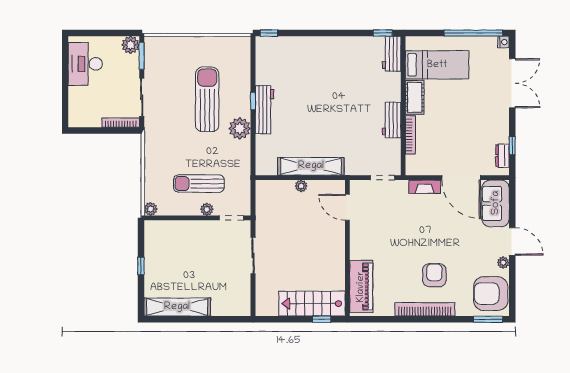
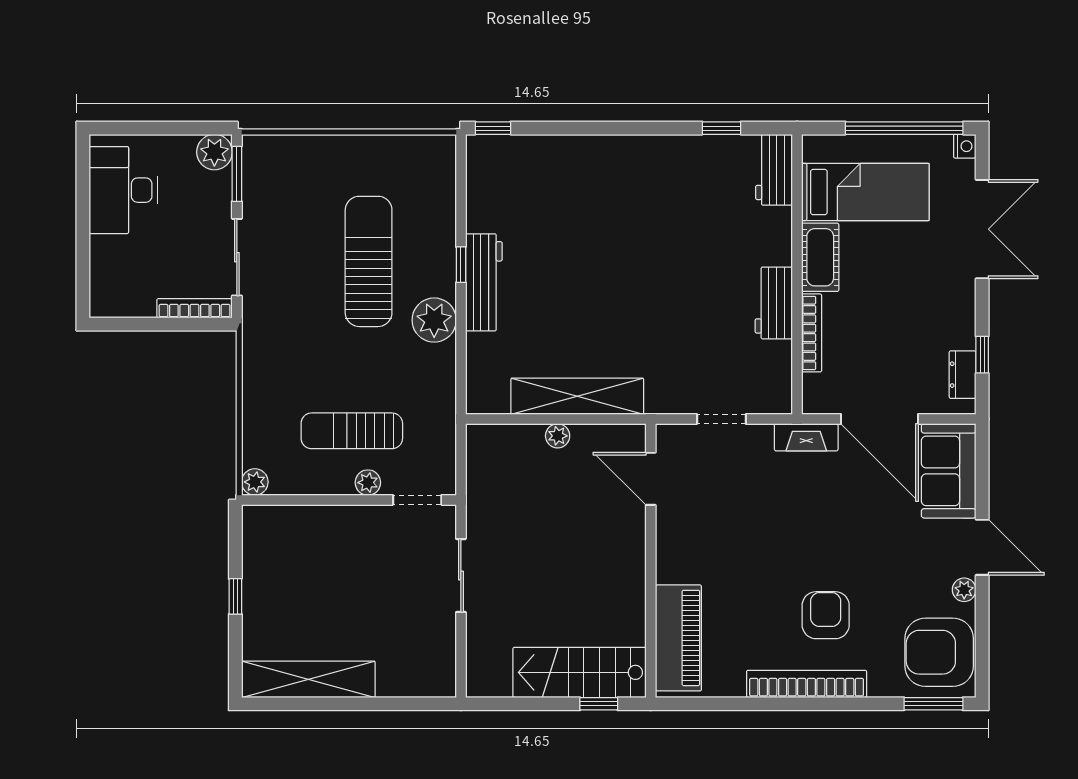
workbench: (392, 54) -> (774, 170), moved
bed: (437, 65) -> (865, 192), moved
cot: (415, 97) -> (820, 257), moved
wall: (403, 106) -> (797, 274), moved
workbench: (392, 120) -> (774, 303), moved
bookcase: (410, 135) -> (812, 333), moved

